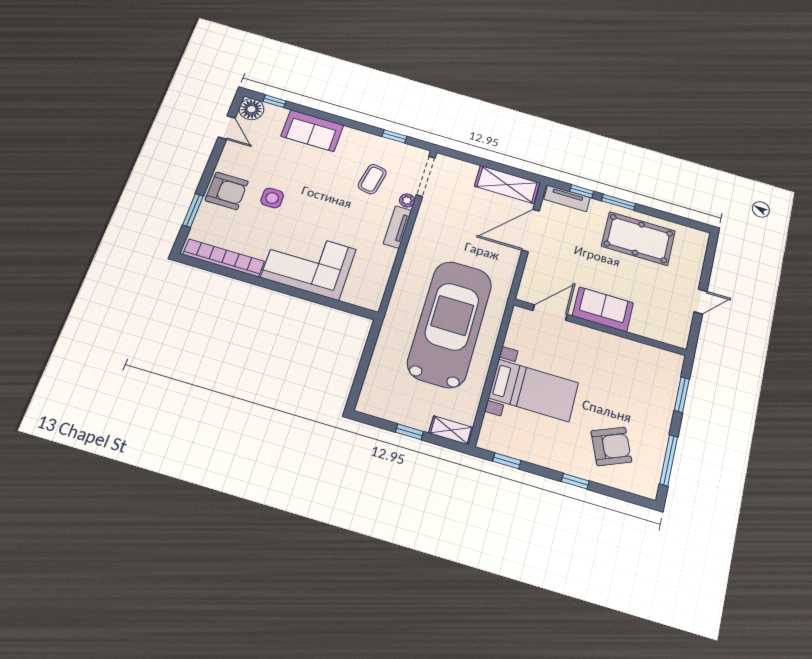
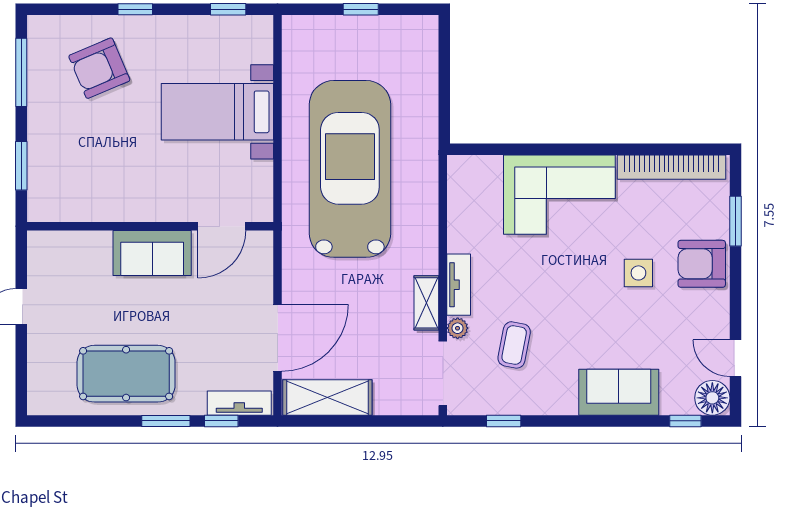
car: (450, 324) -> (350, 169), turned 180
shelving: (451, 430) -> (426, 303), moved, turned 90

